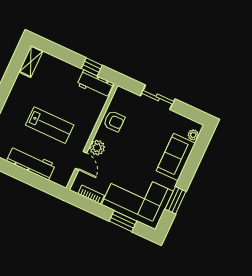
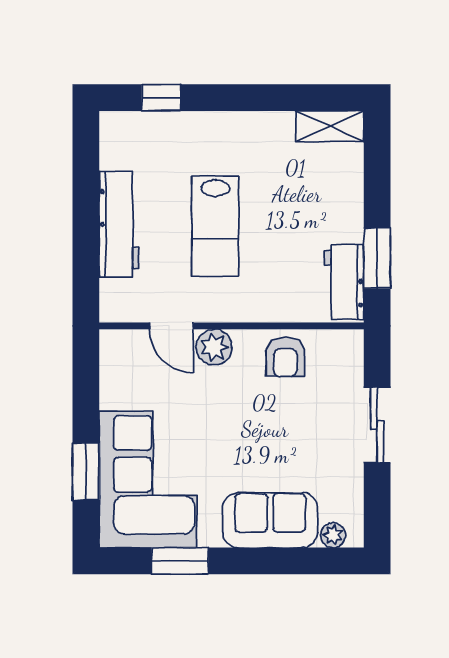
window: (92, 67) -> (377, 258), width x1.50
door: (81, 161) -> (172, 326), hinge flipped
bookcase: (91, 195) -> (110, 380), removed

